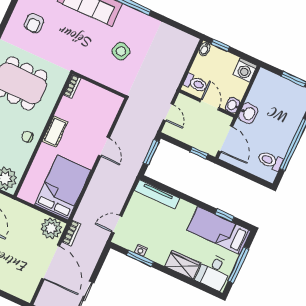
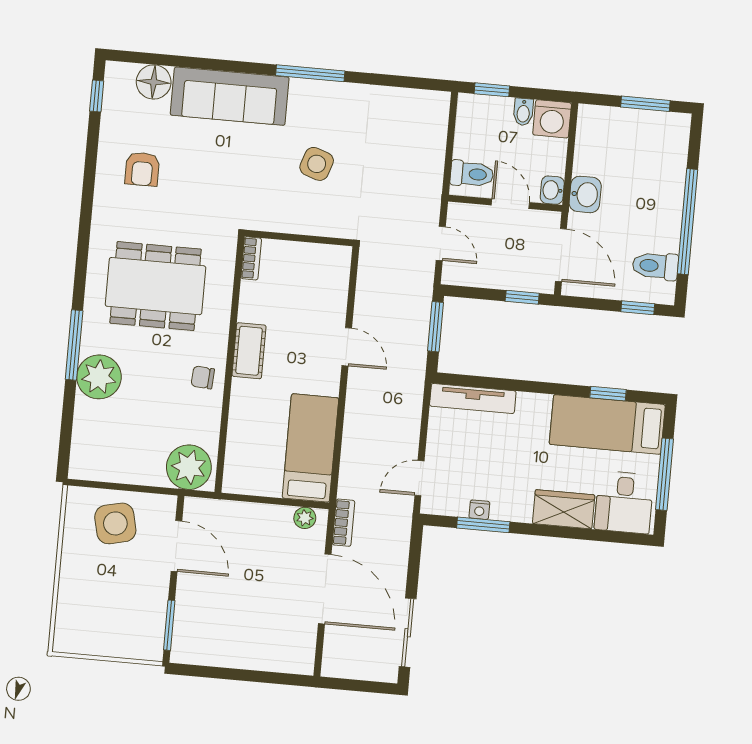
bidet: (205, 49) -> (523, 112), moved
window: (254, 178) -> (638, 308), added
bed: (63, 188) -> (310, 448), width x0.67
plant: (51, 228) -> (305, 518), width x0.53, depth x0.53

